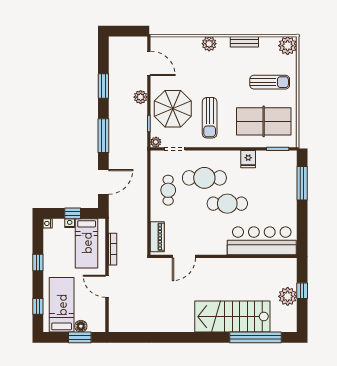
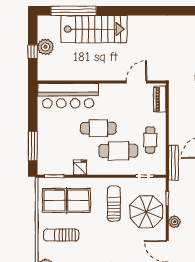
plant: (156, 142) -> (161, 182), removed
bench: (142, 164) -> (173, 163), added

